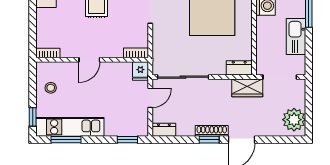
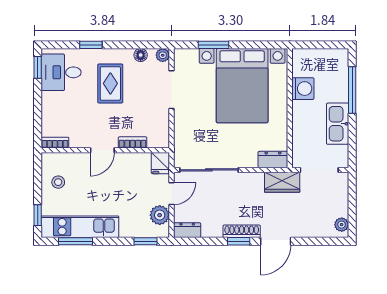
bookcase: (136, 53) -> (133, 142), moved
plant: (140, 117) -> (160, 215), added
plant: (294, 120) -> (342, 225), width x0.53, depth x0.53

